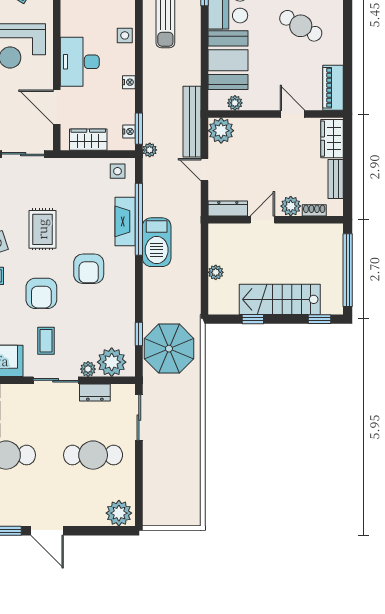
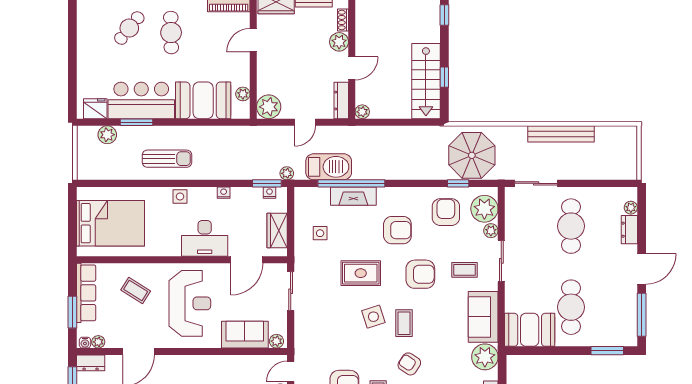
cafe table: (301, 26) -> (171, 33), turned -31
bench: (192, 122) -> (561, 134), moved
side table: (118, 171) -> (320, 233), moved
door: (262, 220) -> (352, 68), swing flipped
barbecue: (157, 242) -> (329, 167), moved
plant: (216, 272) -> (362, 112), moved
stairs: (280, 299) -> (426, 81), moved
armchair: (108, 321) -> (446, 212), added
dresser: (95, 392) -> (629, 230), moved, turned 180
plant: (119, 513) -> (631, 208), width x0.53, depth x0.53

